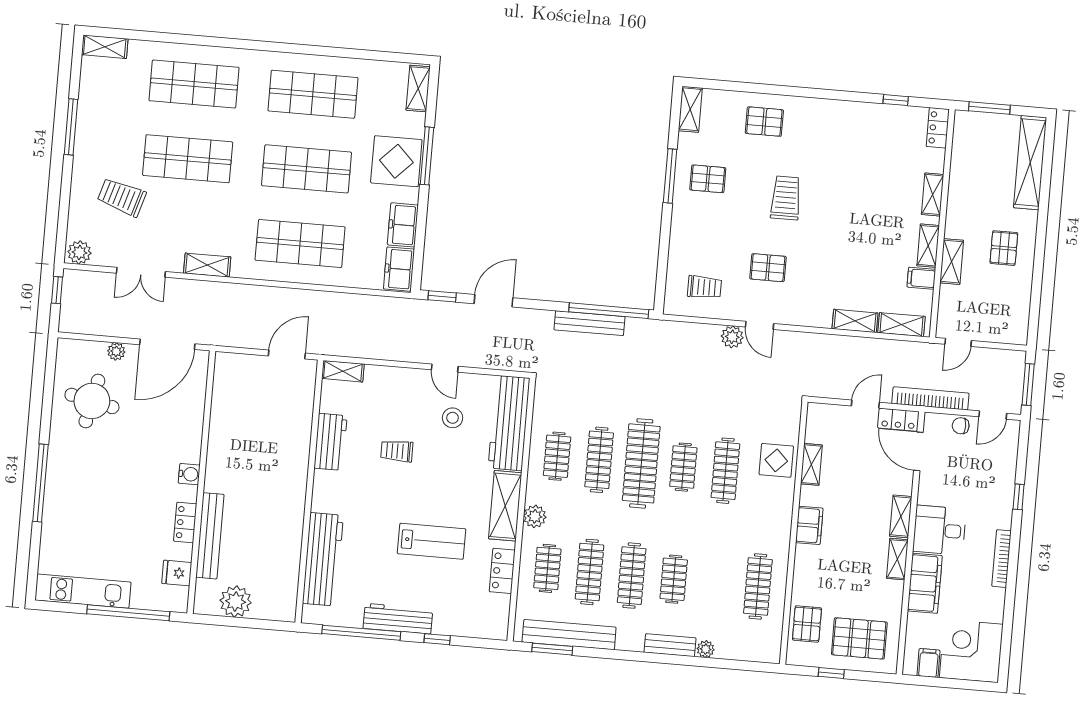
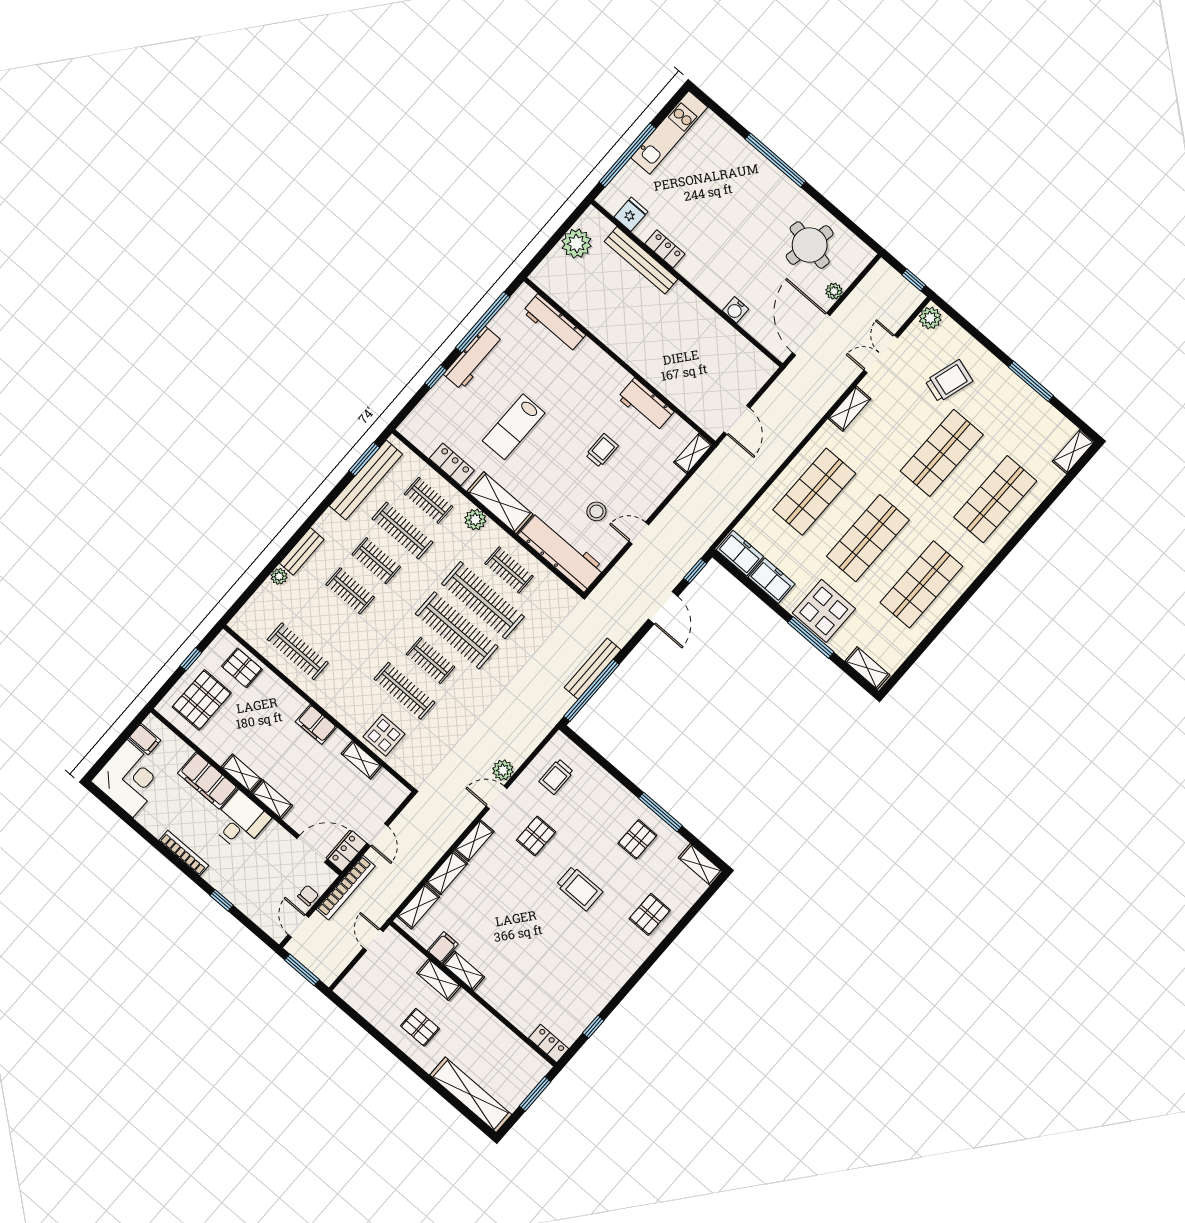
shelving: (933, 194) -> (474, 841), moved, turned 90
clothes rail: (599, 460) -> (483, 600), width x1.37, depth x1.31
water cooler: (189, 474) -> (736, 310), moved
workbench: (323, 559) -> (554, 323), width x0.73, depth x0.76
clothes rail: (632, 576) -> (376, 561), width x0.73

